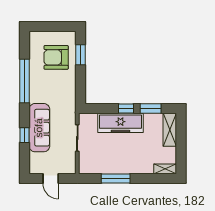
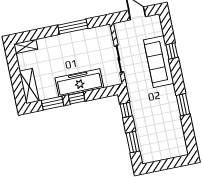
armchair: (56, 57) -> (156, 134), removed
window: (24, 81) -> (183, 105), width x0.47
window: (81, 87) -> (126, 110), added

